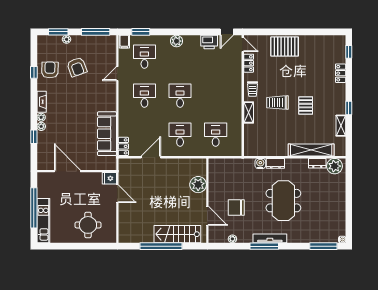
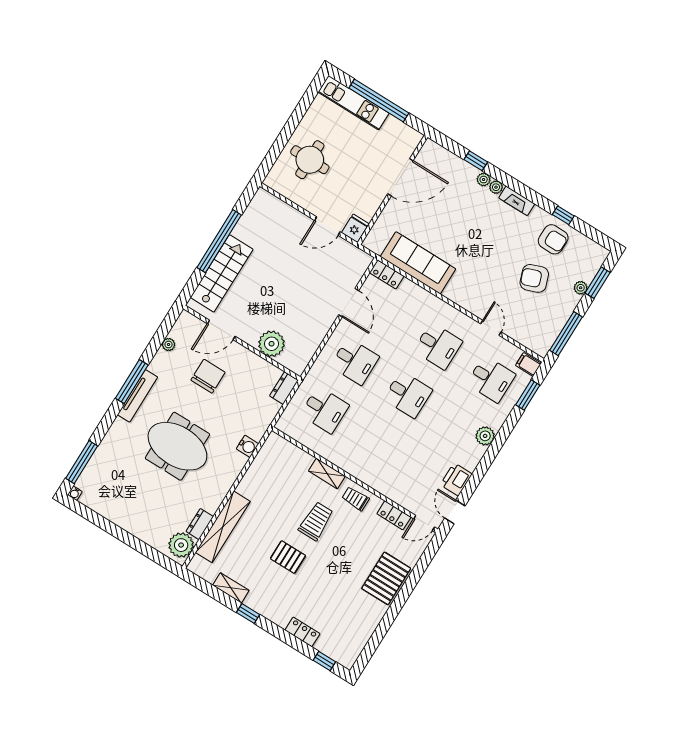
dresser: (275, 163) -> (284, 388), moved

